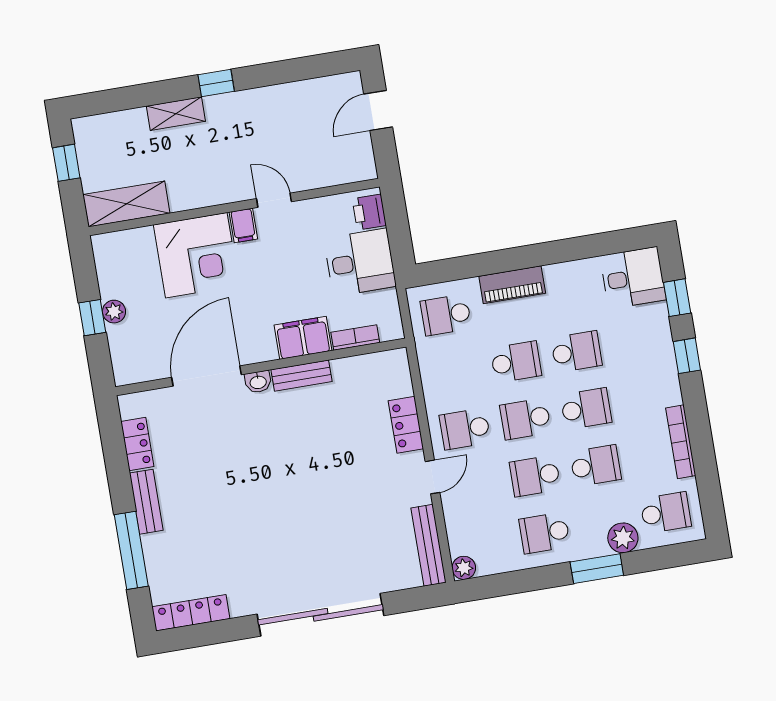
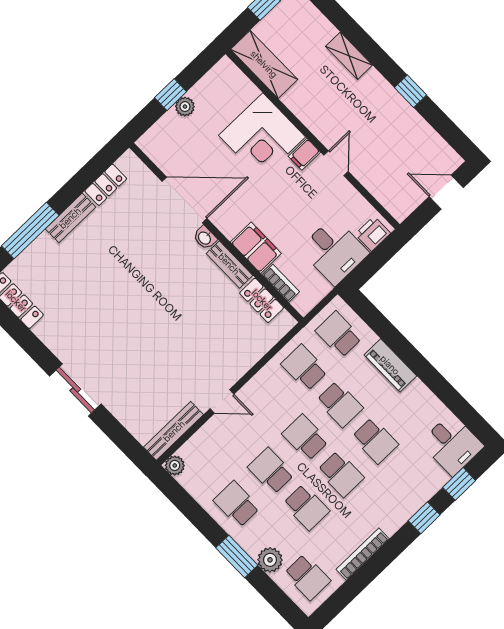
window: (216, 83) -> (411, 91), moved
locker: (406, 425) -> (262, 300), moved, turned -90
school desk: (465, 429) -> (304, 368), moved
sliding door: (321, 615) -> (75, 390), width x0.54

